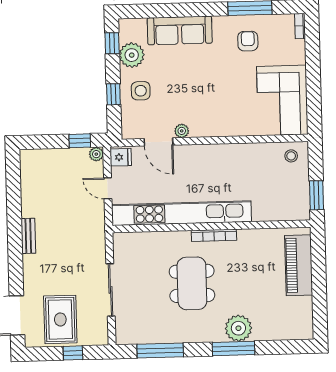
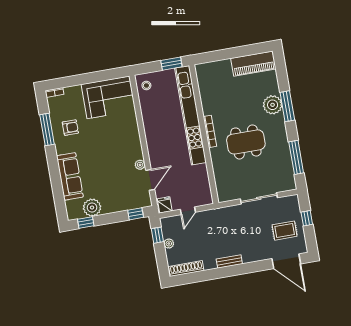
armchair: (248, 41) -> (70, 128), turned 180
side table: (141, 91) -> (116, 198), removed
window: (113, 94) -> (136, 214), moved
plant: (96, 154) -> (169, 244), moved
shoe rack: (27, 174) -> (186, 269), added
kitchen unit: (181, 213) -> (191, 115), moved
piano: (299, 265) -> (253, 64), moved
rug: (60, 319) -> (285, 231), width x0.73, depth x0.70

